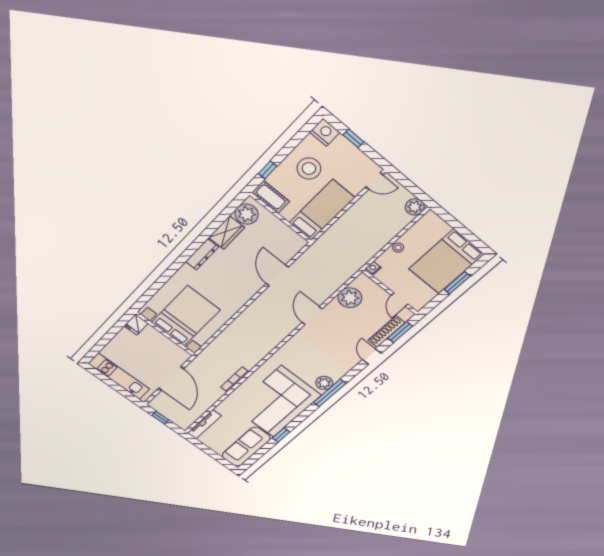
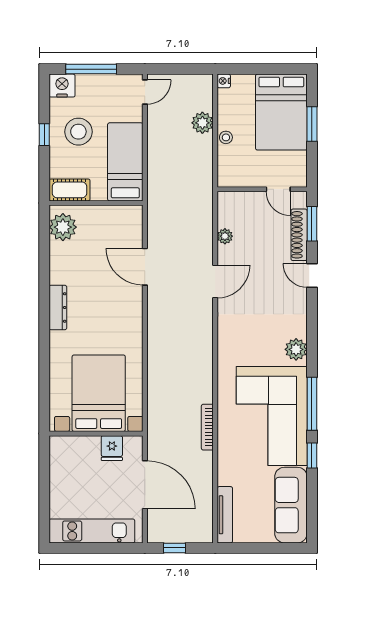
window: (353, 138) -> (91, 69), width x2.17
window: (268, 170) -> (44, 135), moved
plant: (415, 207) -> (202, 123), moved
wardrobe: (227, 233) -> (61, 263), removed
nightstand: (373, 268) -> (224, 81), moved
plant: (350, 298) -> (225, 236), width x0.53, depth x0.53
door: (312, 316) -> (215, 282), swing flipped
fridge: (136, 325) -> (112, 448), moved
window: (330, 393) -> (312, 404), moved

